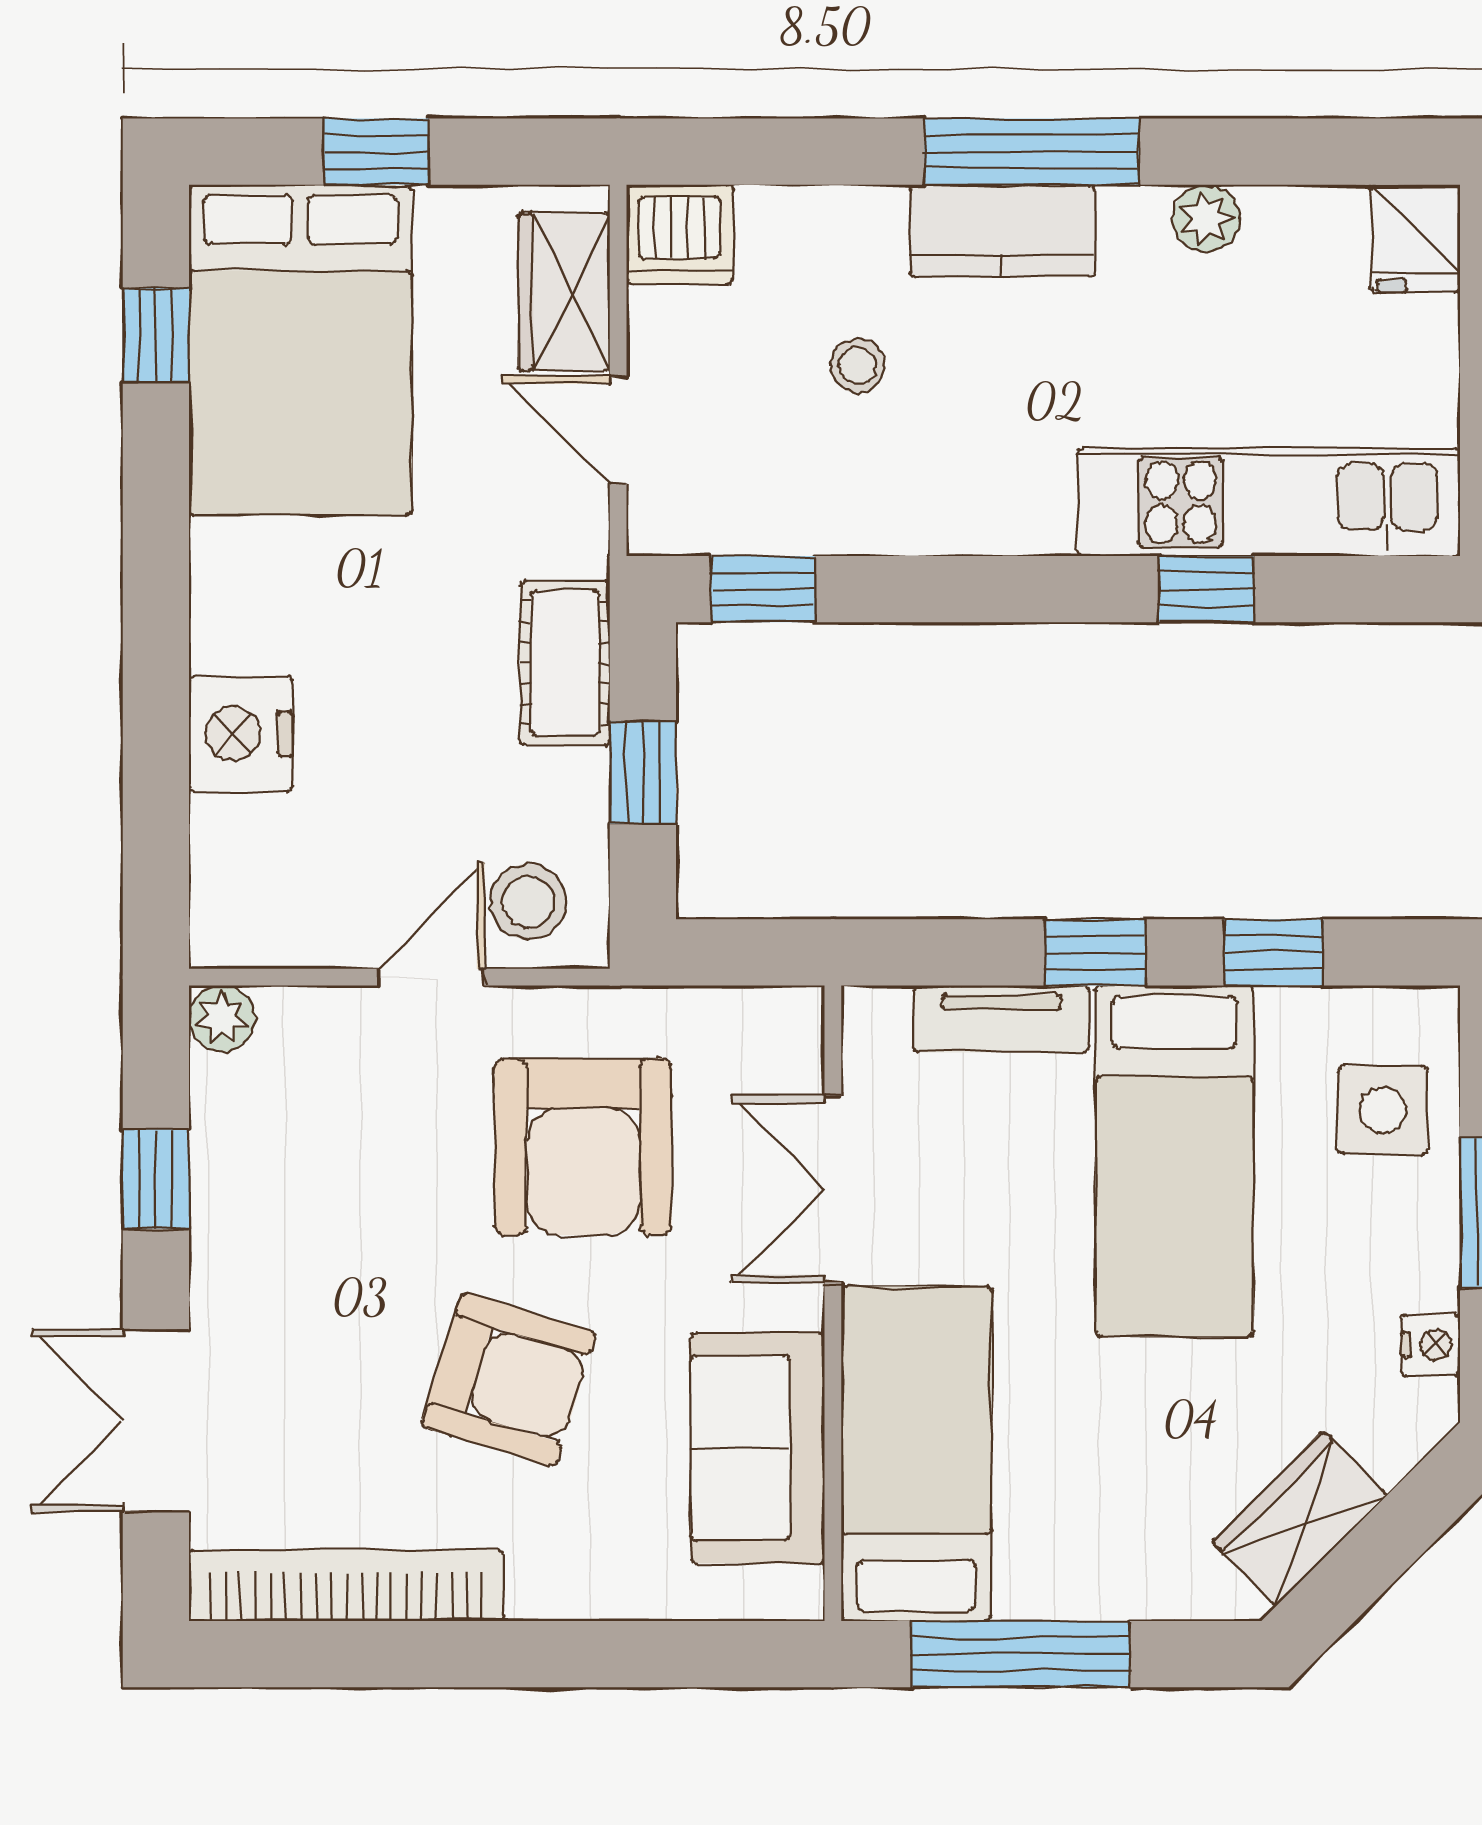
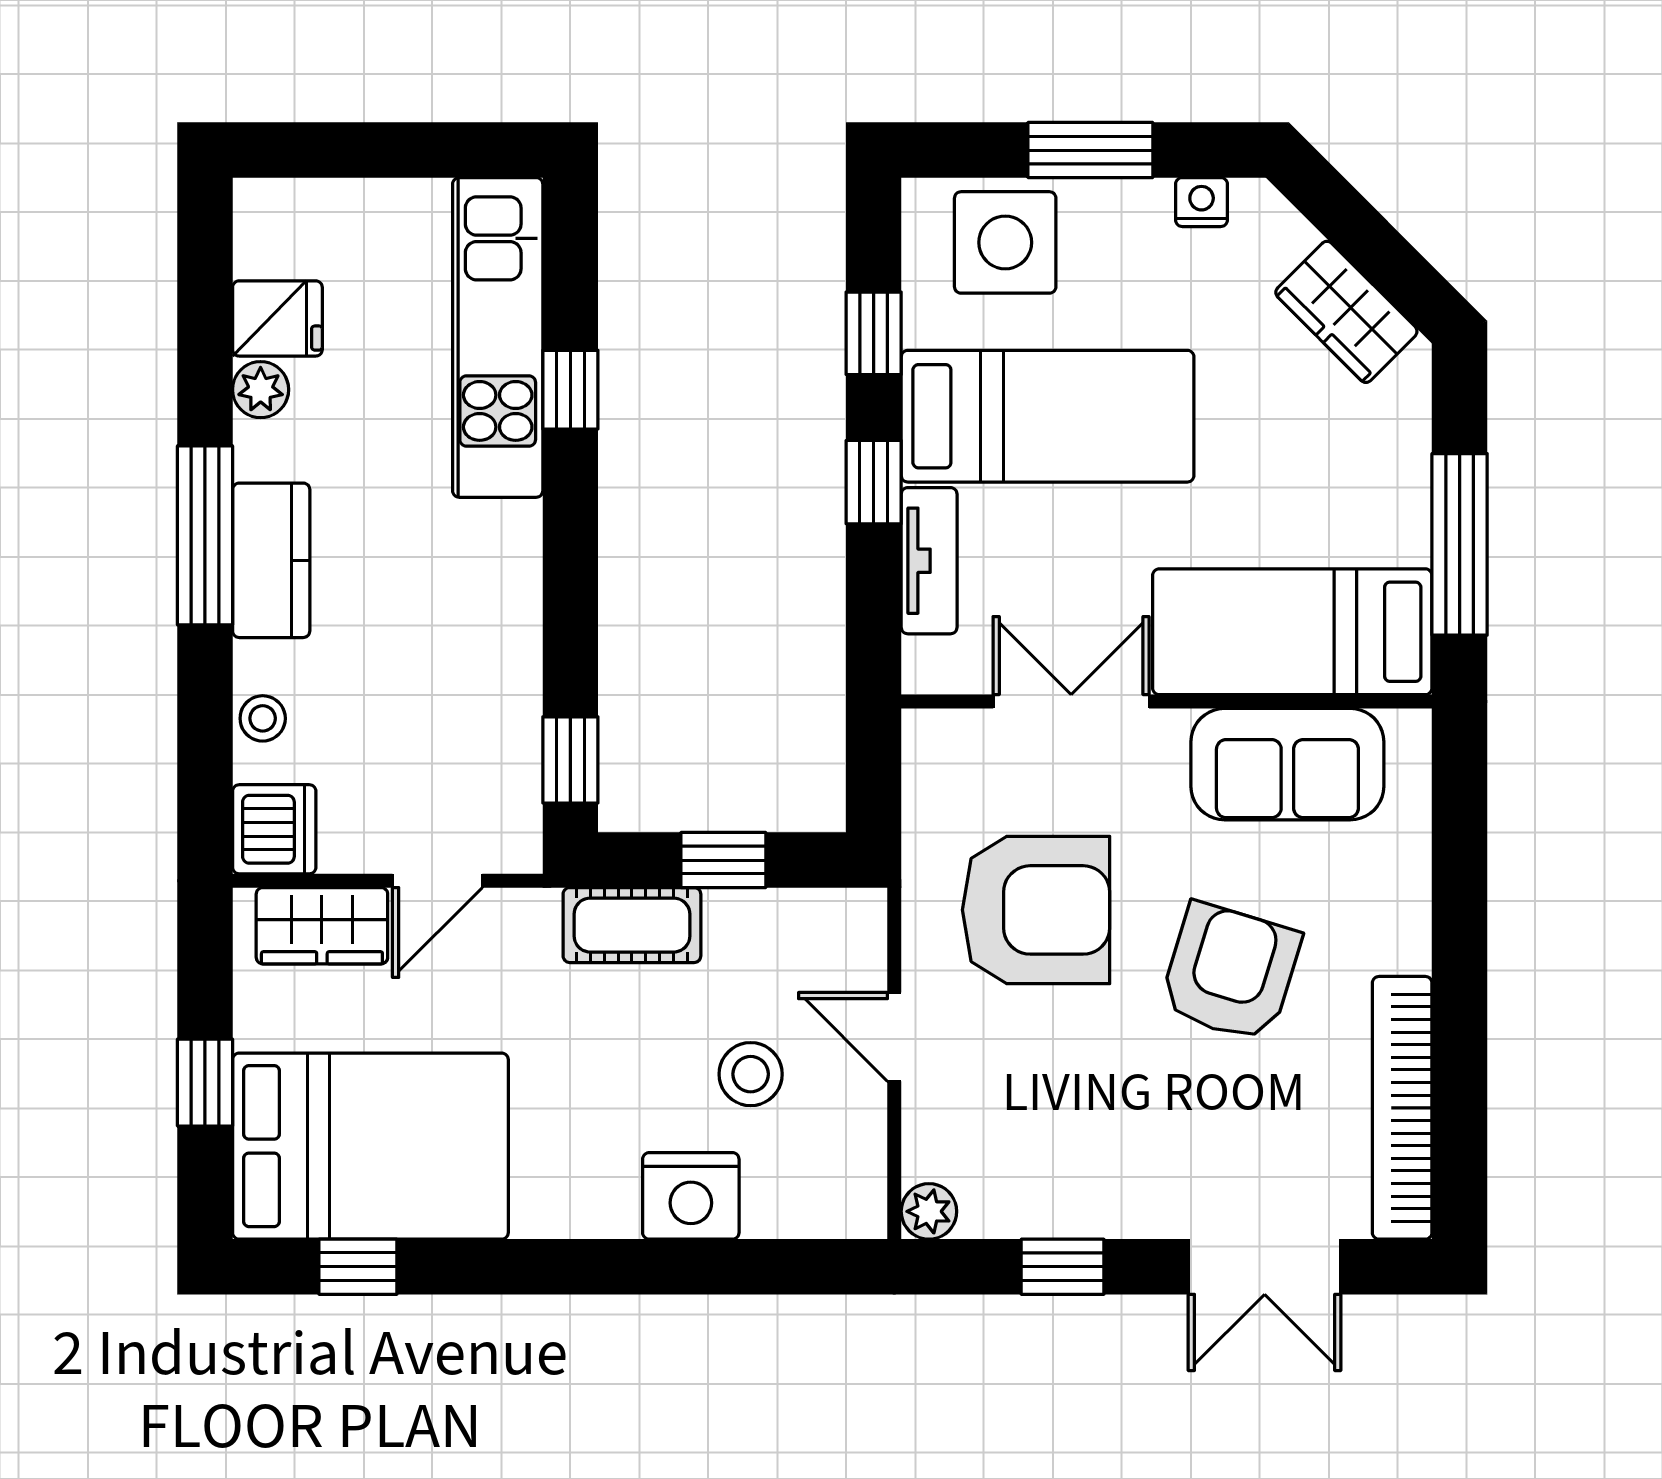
fridge: (1415, 238) -> (277, 318), moved
stool: (858, 366) -> (263, 718), moved
stool: (528, 902) -> (751, 1074), moved
side table: (1383, 1110) -> (1005, 242), width x1.37, depth x1.37
double door: (833, 1189) -> (1071, 701), swing flipped

